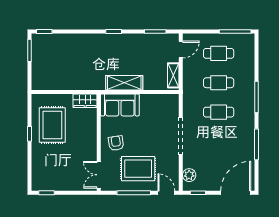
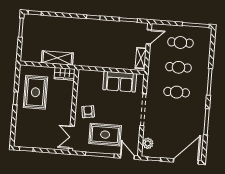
shelving: (124, 83) -> (57, 58), moved
sofa: (120, 105) -> (120, 82), moved

